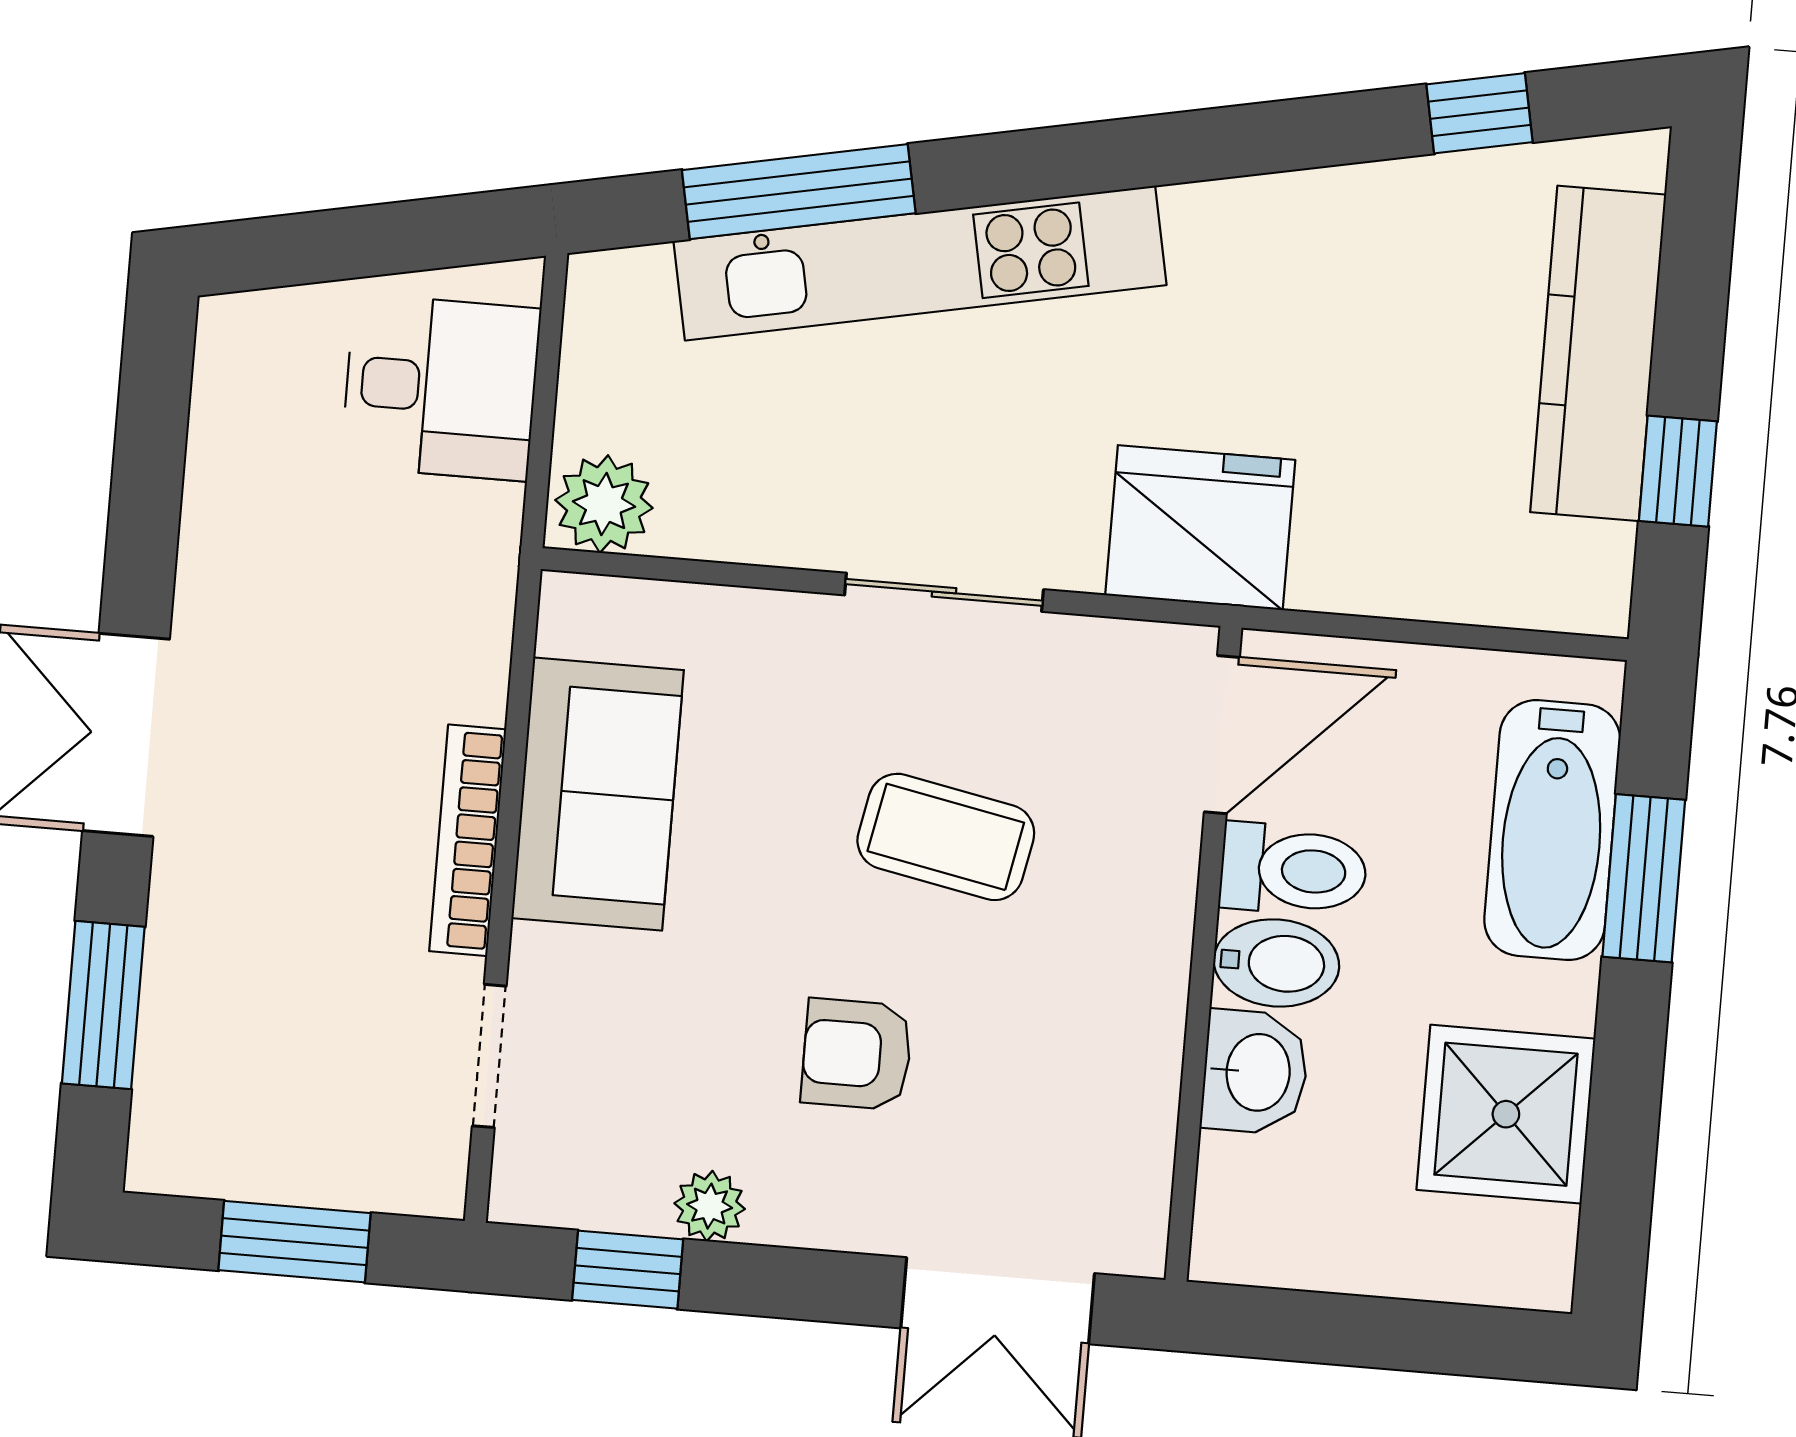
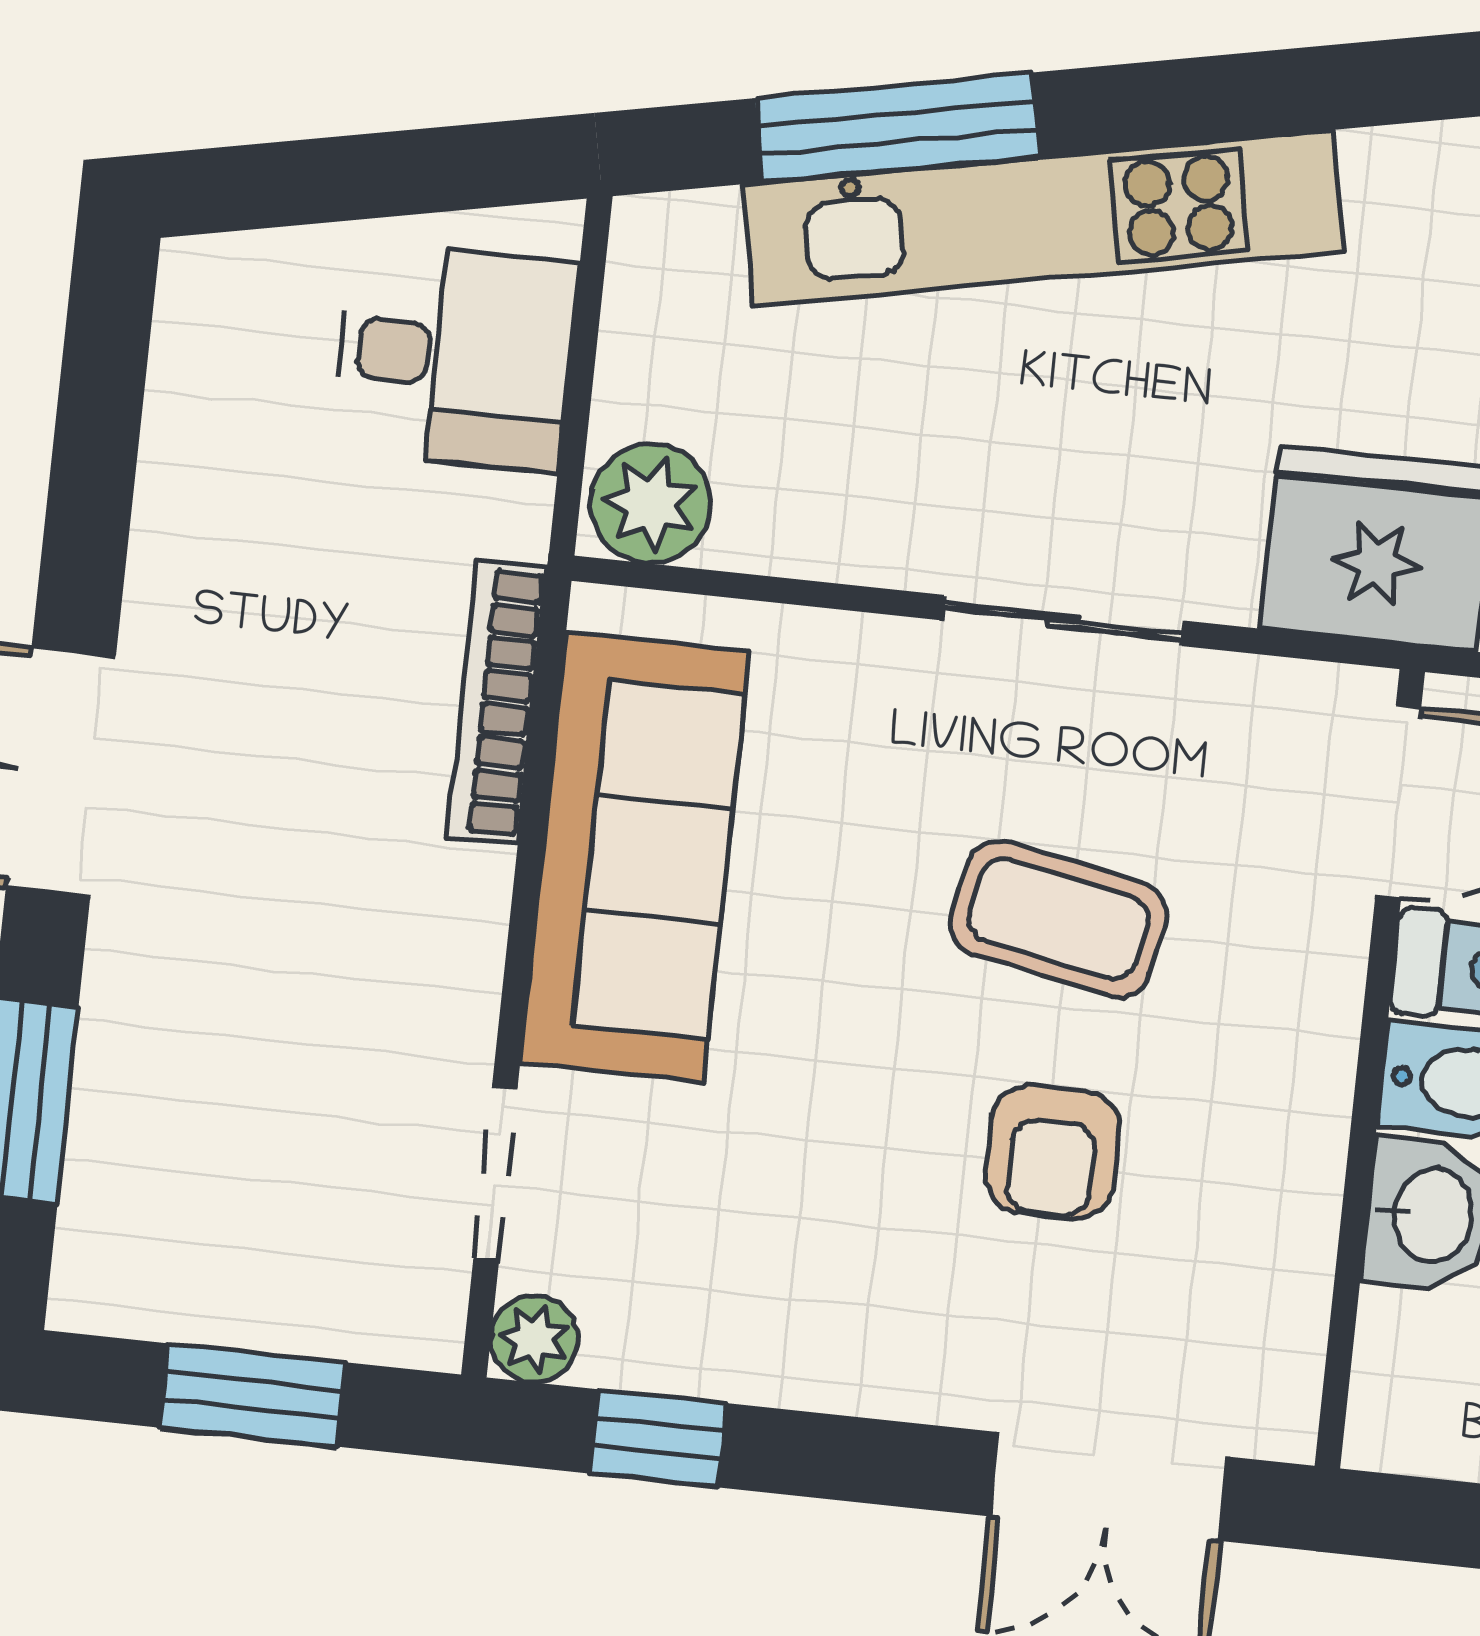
sofa: (598, 794) -> (635, 857), width x1.36
bookcase: (468, 840) -> (497, 702), moved
armchair: (857, 1054) -> (1052, 1152), moved, turned -90
plant: (710, 1206) -> (534, 1339), moved

